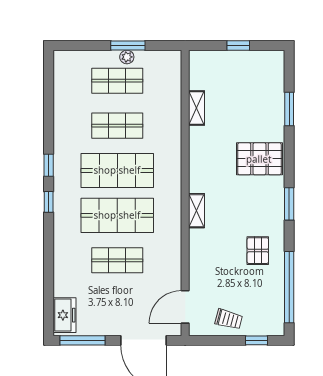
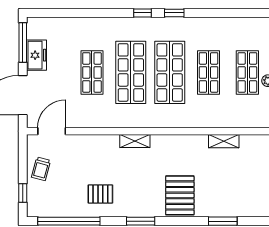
door: (185, 307) -> (52, 131), hinge flipped
freezer: (64, 315) -> (36, 55), moved, turned -90

